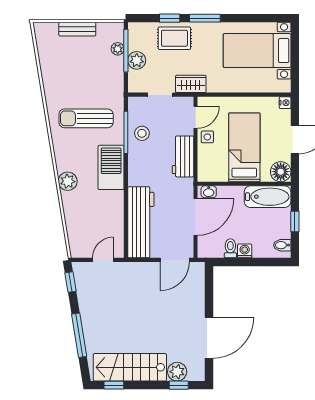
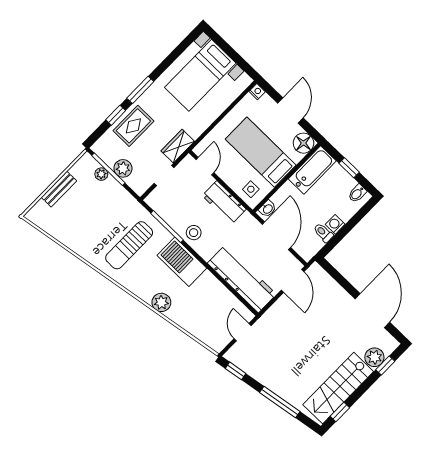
stool: (142, 133) -> (194, 233), moved
side table: (207, 137) -> (251, 189), moved

